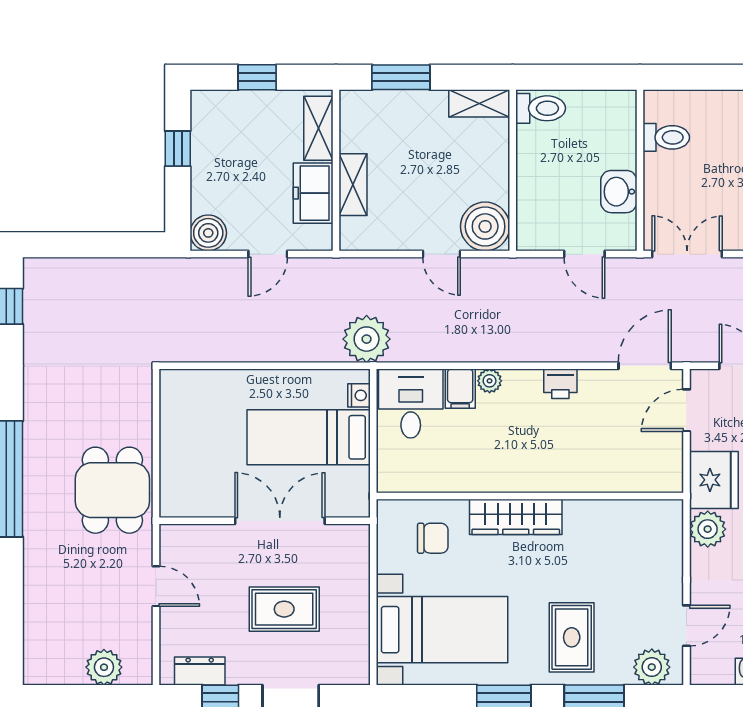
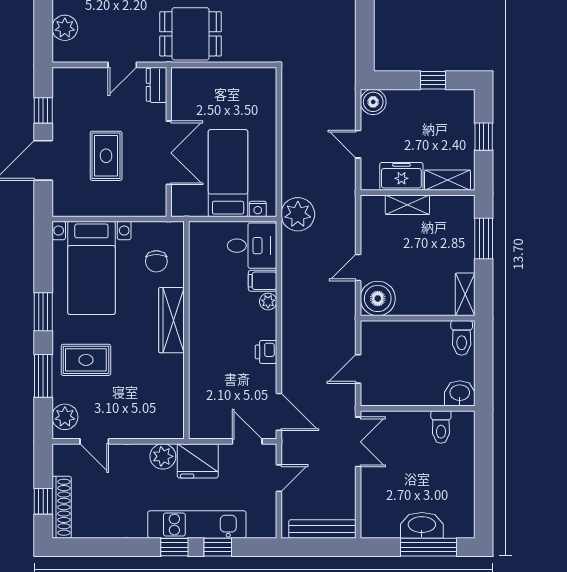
washbasin: (619, 192) -> (460, 393), moved
dresser: (200, 671) -> (156, 85), moved, turned 180

